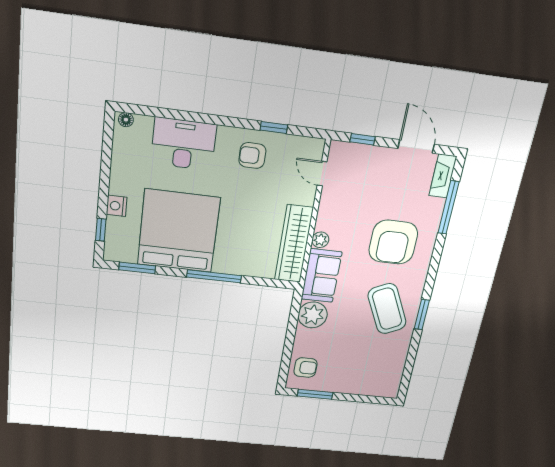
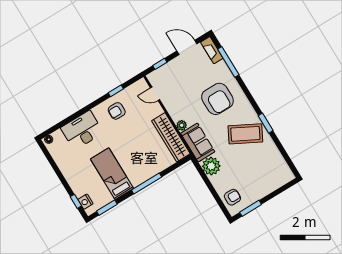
nightstand: (117, 206) -> (85, 202), moved
bed: (179, 231) -> (112, 174), width x0.49
coffee table: (387, 309) -> (245, 134), turned -36

